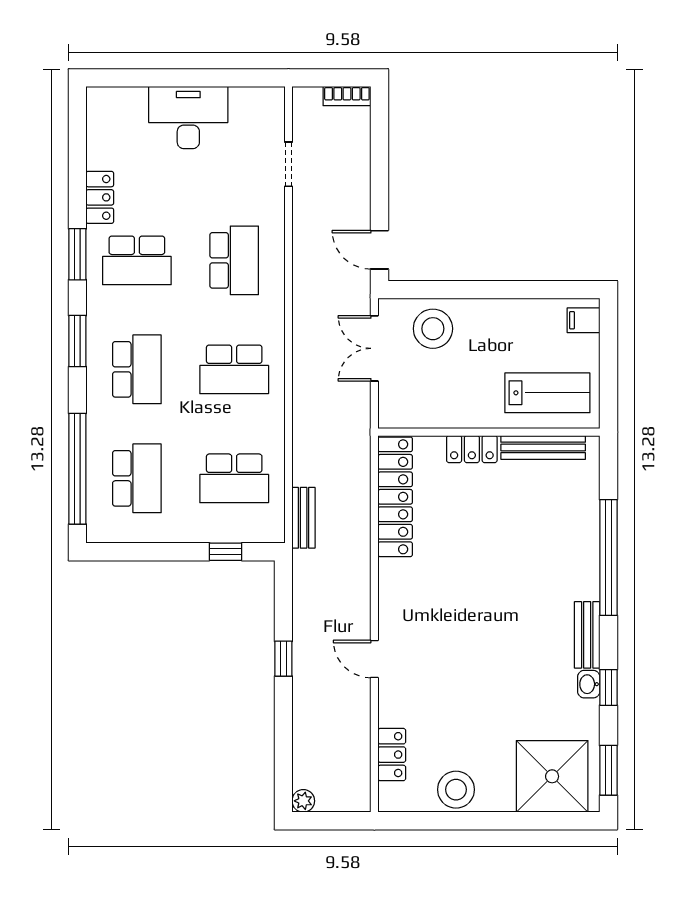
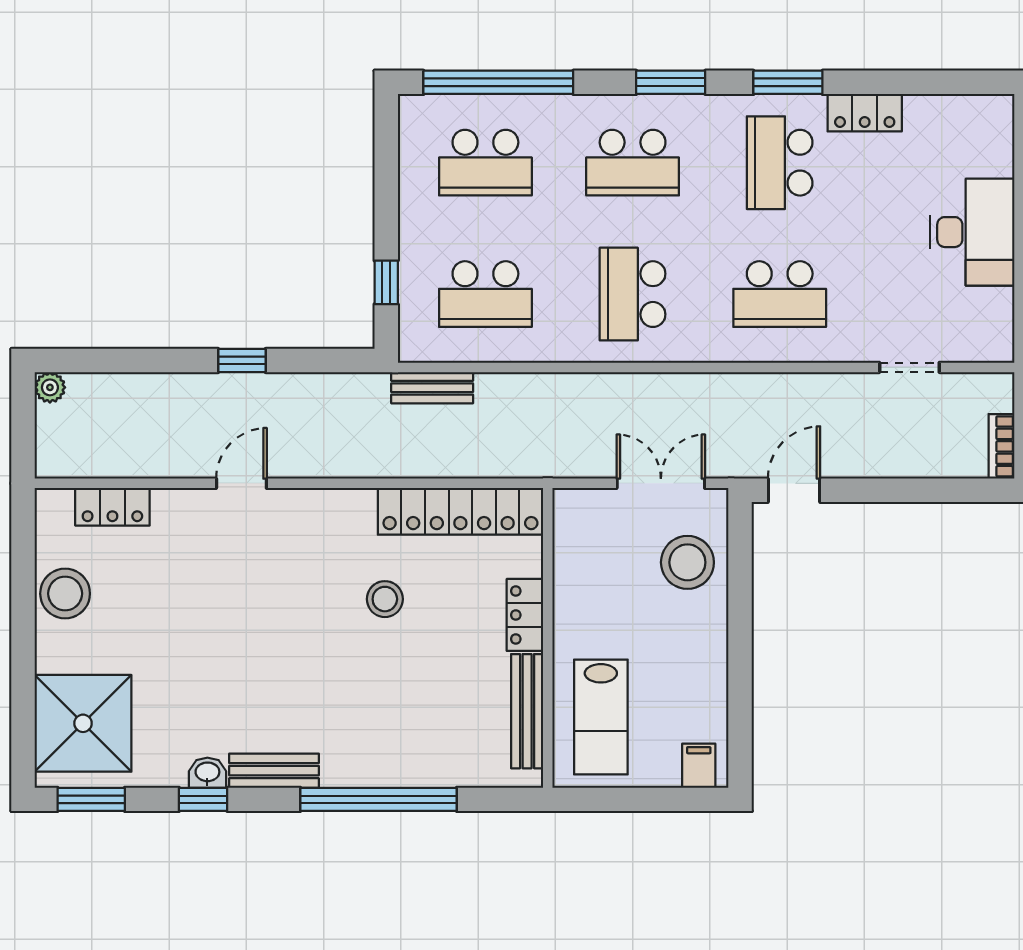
school desk: (234, 478) -> (485, 294), turned -90
stool: (460, 553) -> (385, 599), added

